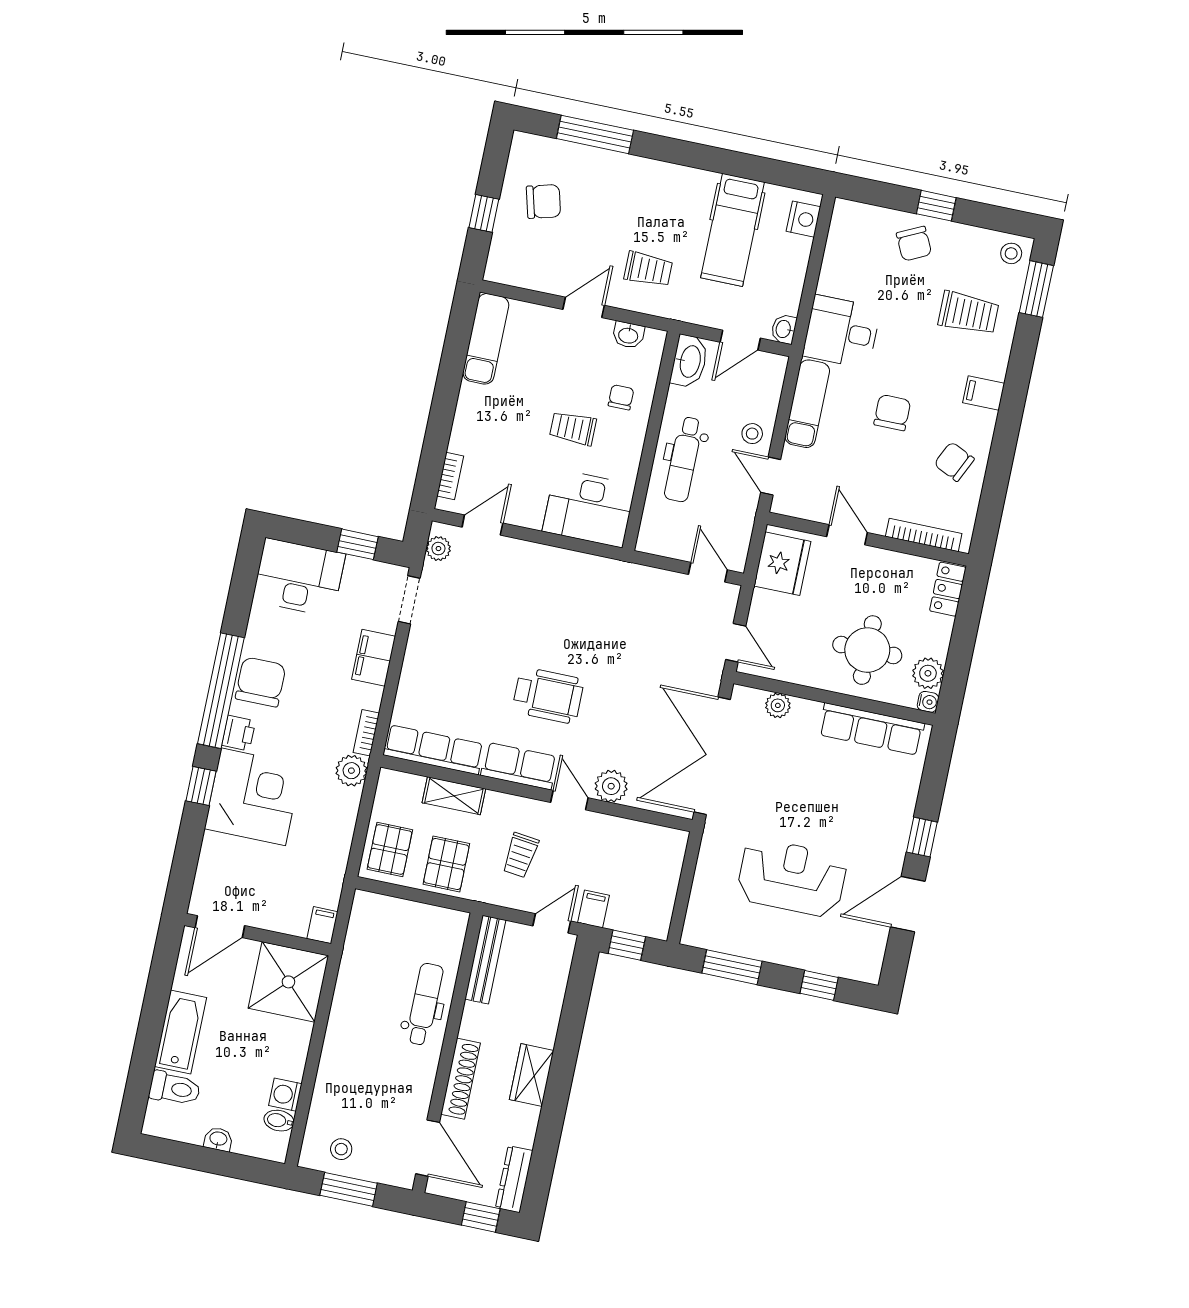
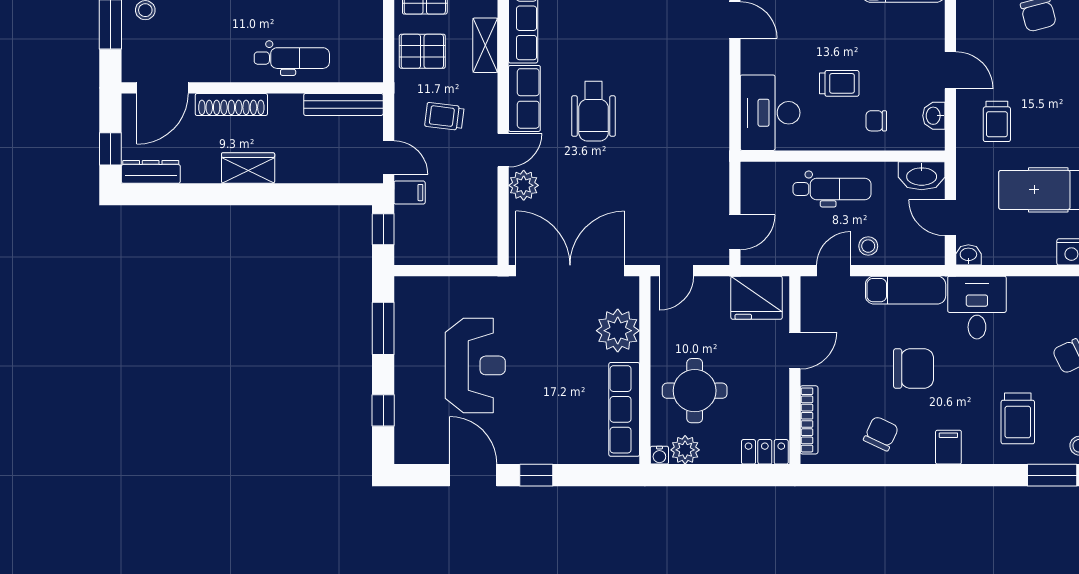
chair: (621, 397) -> (876, 121), turned 180
chair: (892, 413) -> (914, 369), width x1.37, depth x1.37
trolley: (573, 428) -> (839, 83), turned 90
dental chair: (684, 459) -> (832, 189), turned 180
plant: (778, 705) -> (618, 331), width x1.88, depth x1.88

